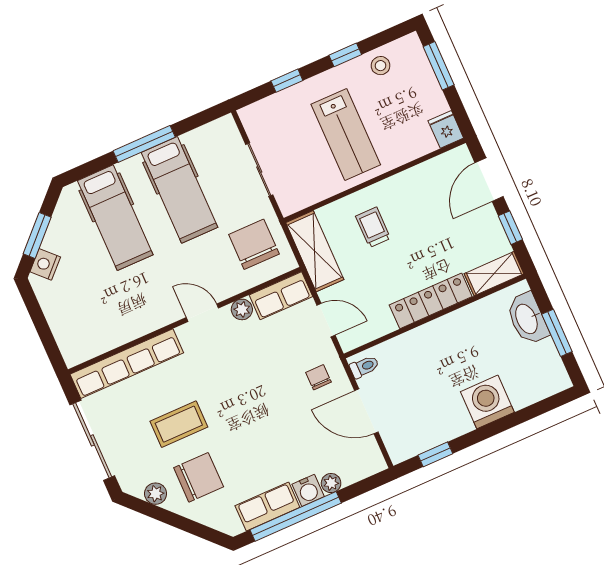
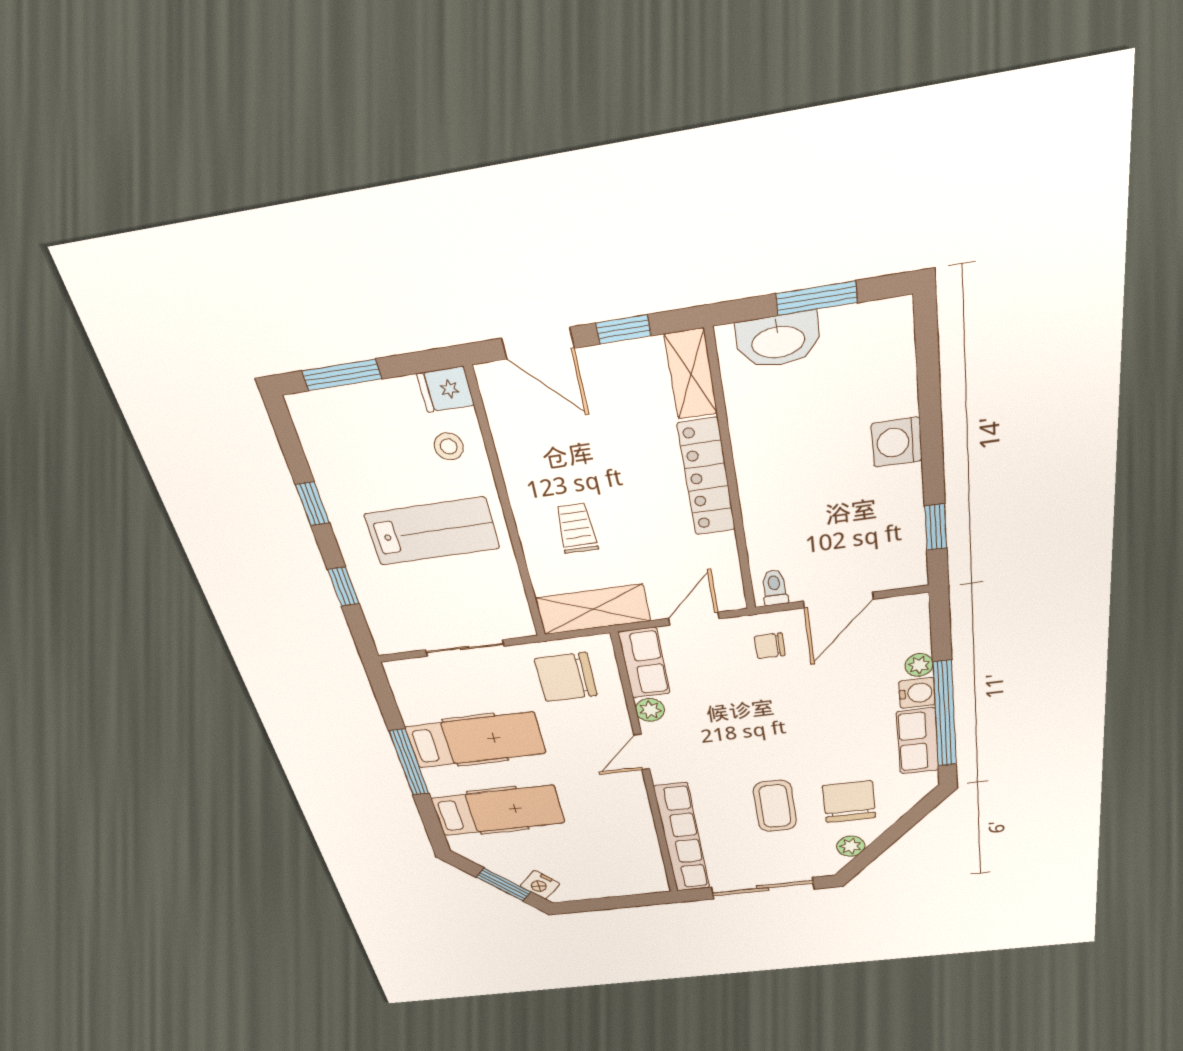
stool: (381, 66) -> (449, 446), moved
trolley: (373, 227) -> (576, 528), turned 90
washing machine: (487, 402) -> (897, 442), width x0.73, depth x0.73

